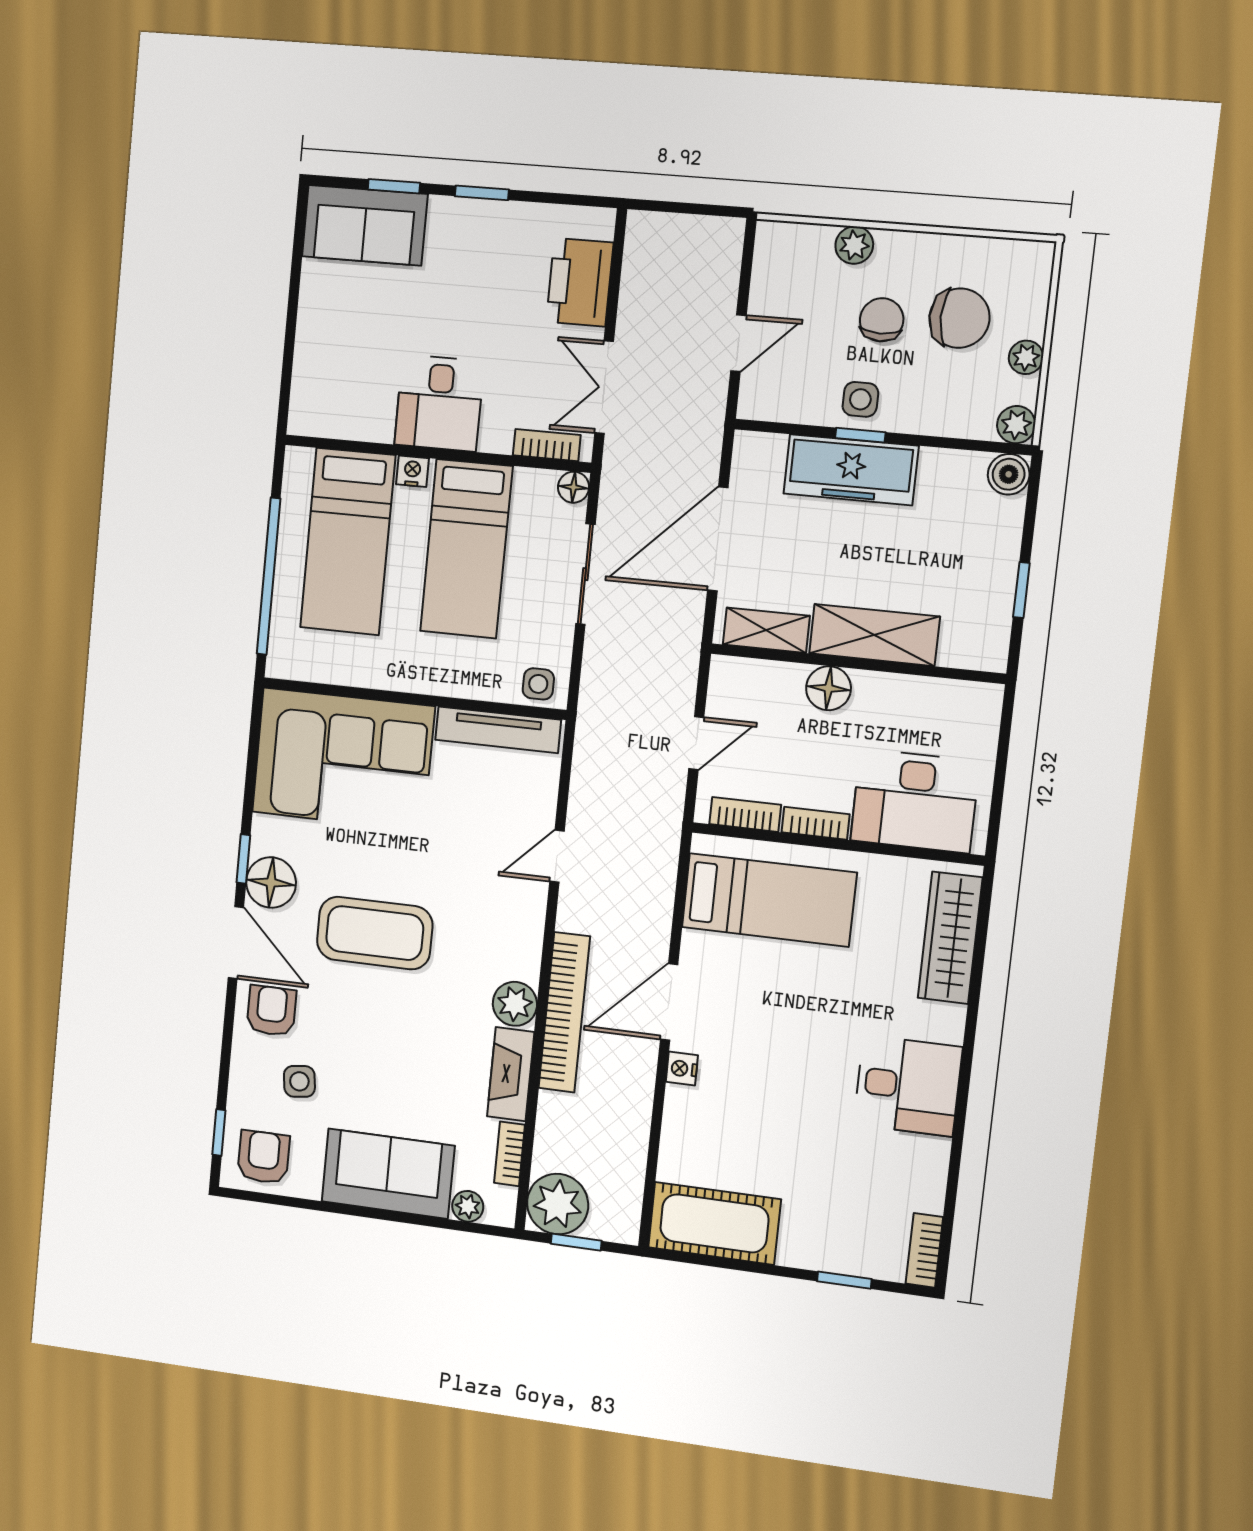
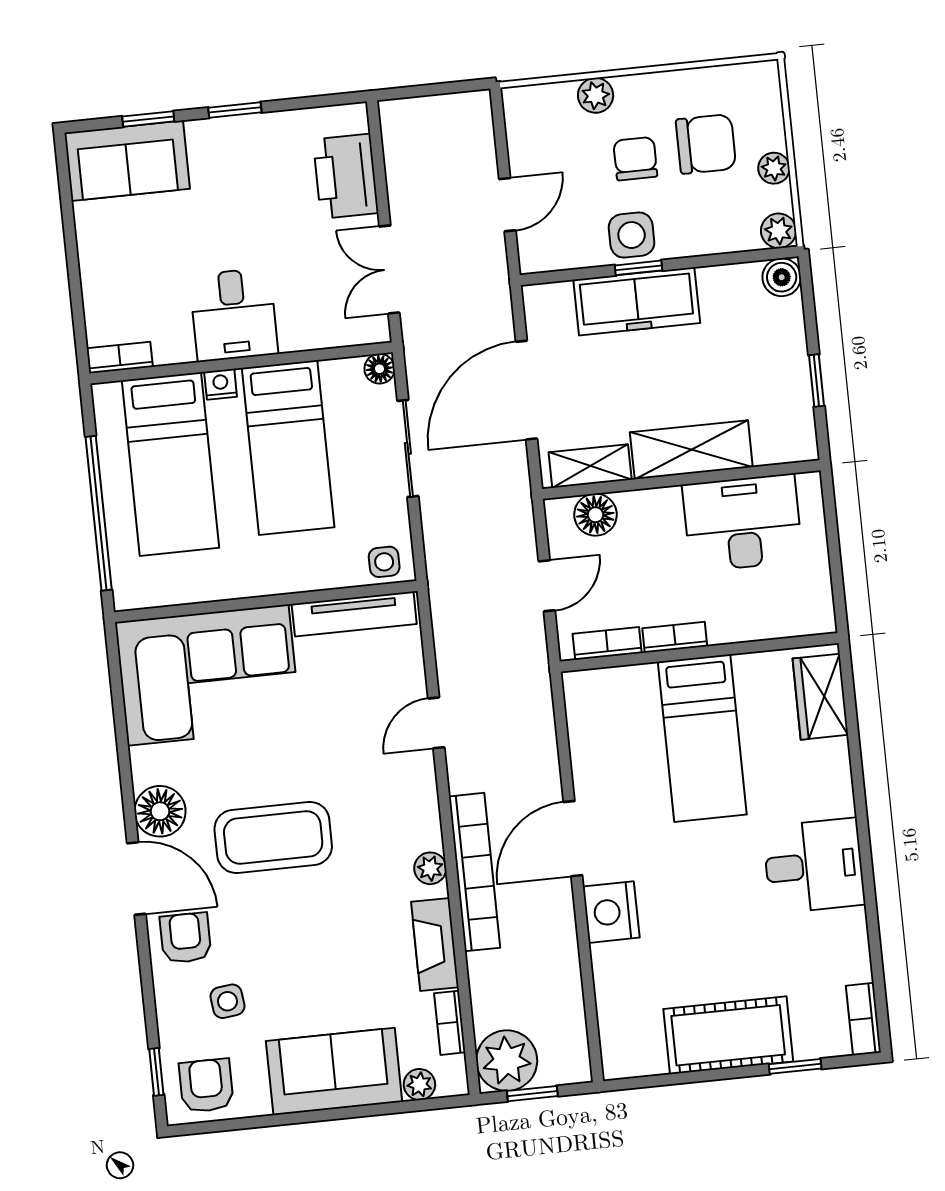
side table: (860, 399) -> (632, 235), width x1.37, depth x1.37
bookcase: (547, 445) -> (120, 358), moved
floor lamp: (829, 688) -> (595, 515), moved
desk: (915, 801) -> (742, 523), moved, turned 180
window: (243, 859) -> (128, 794), removed
bed: (769, 900) -> (702, 738), moved, turned 90
wardrobe: (950, 938) -> (820, 697), width x0.67
plant: (515, 1004) -> (430, 868), width x0.73, depth x0.73
nightstand: (682, 1069) -> (611, 912), width x1.89, depth x1.79
cot: (714, 1223) -> (728, 1035), moved

